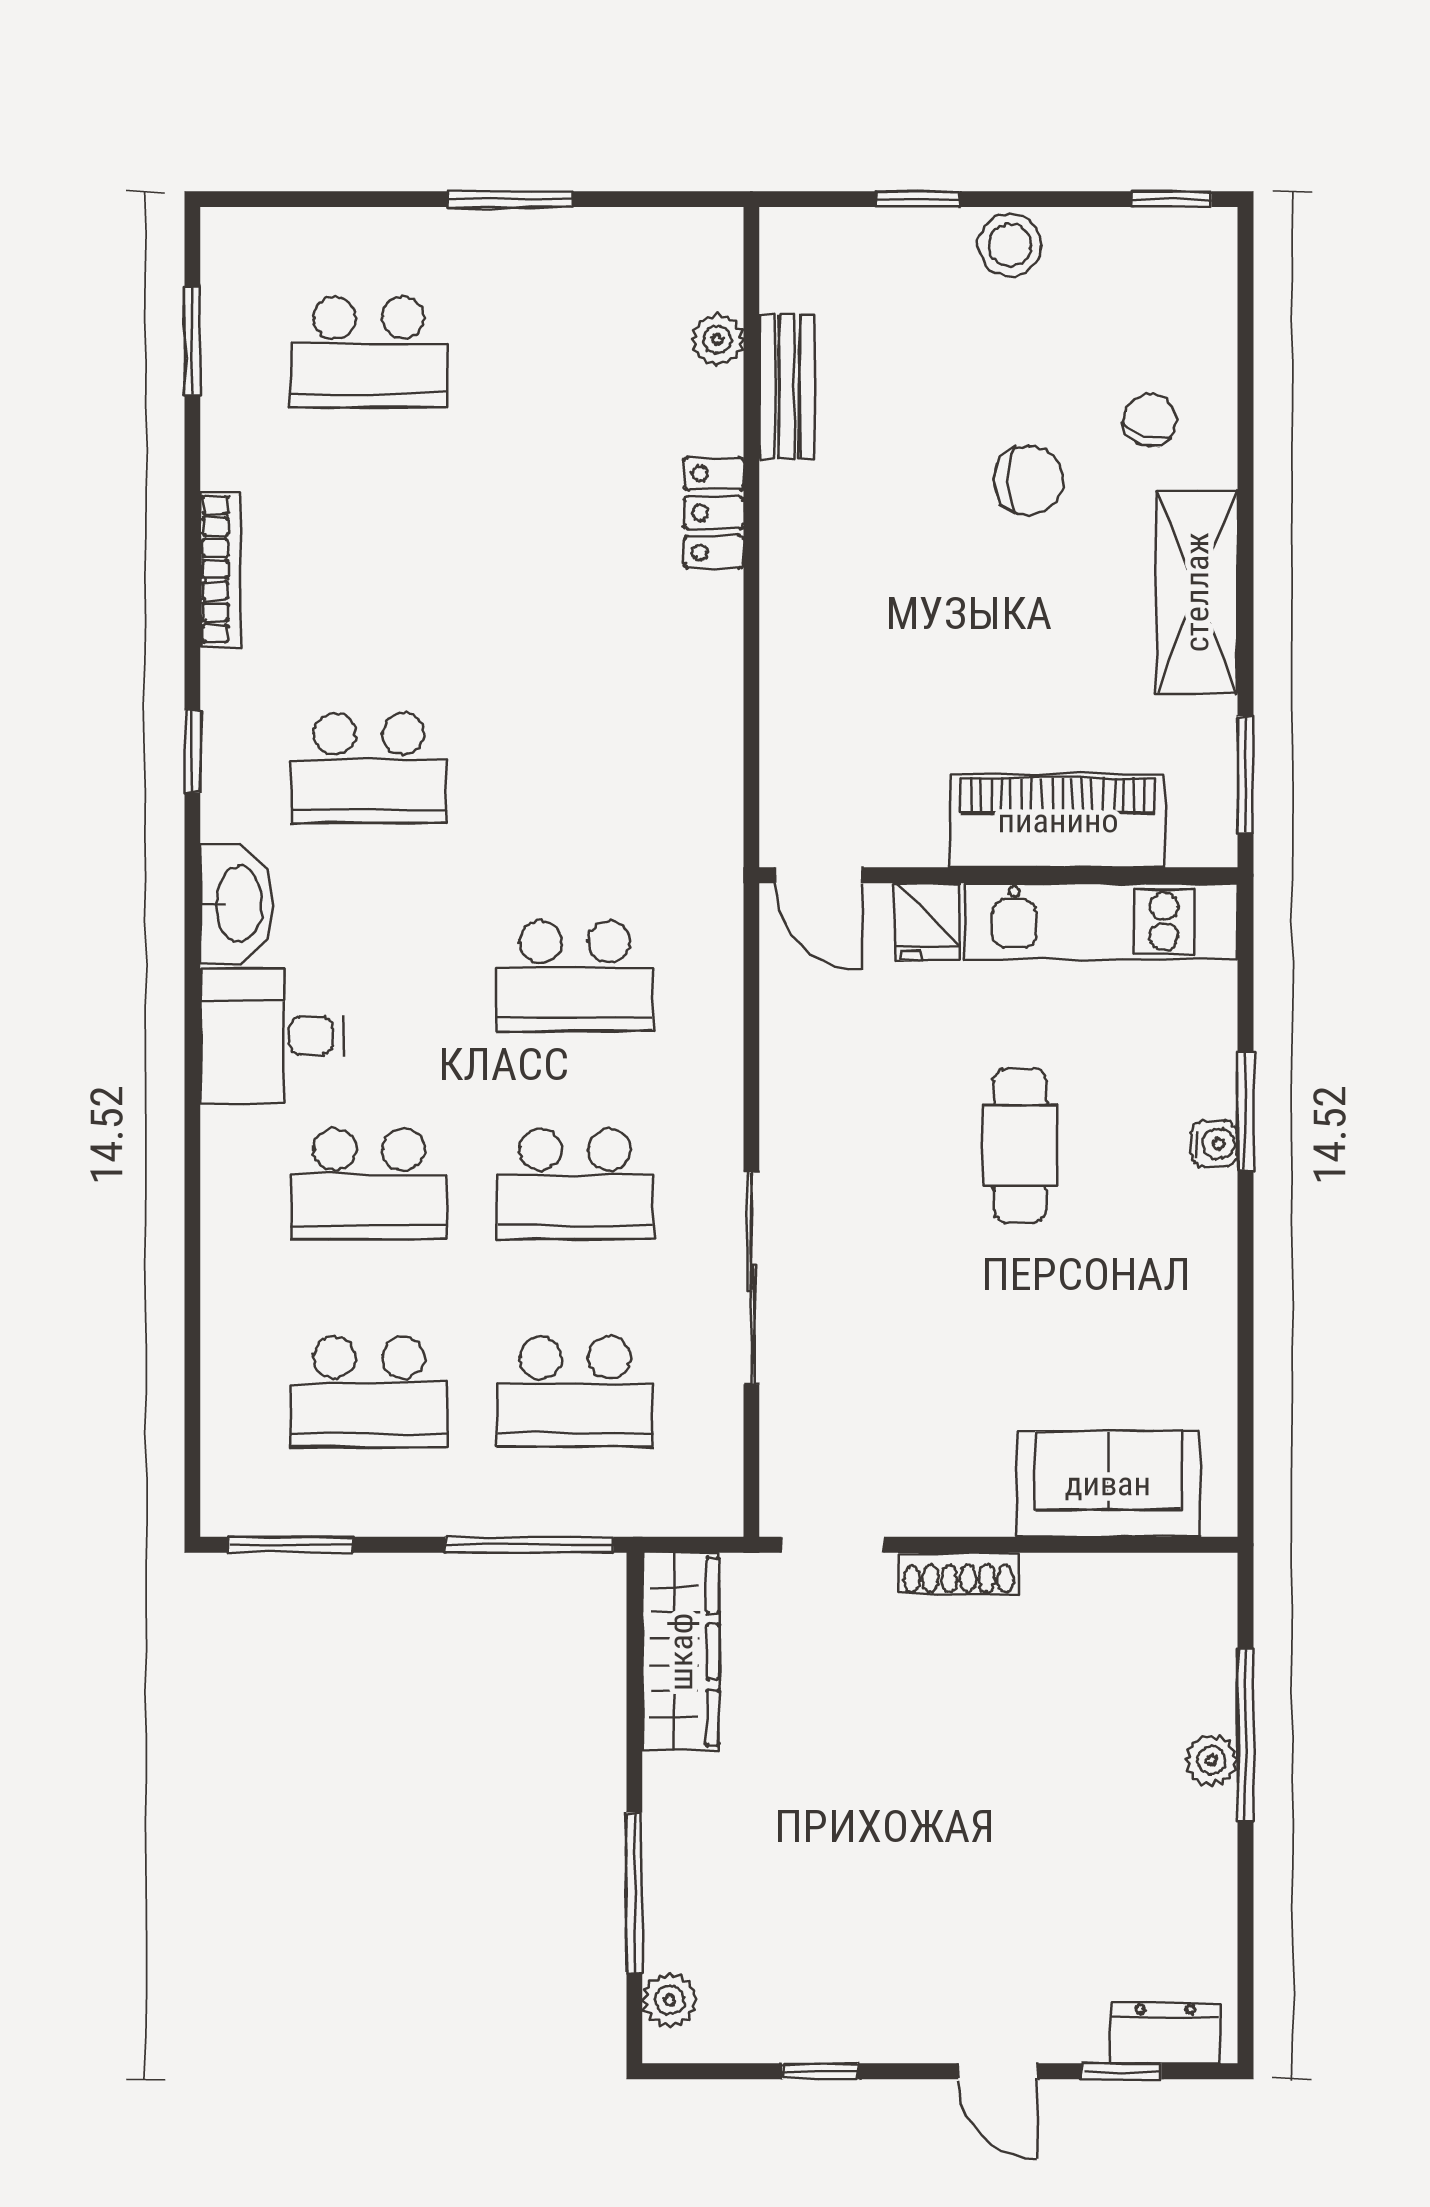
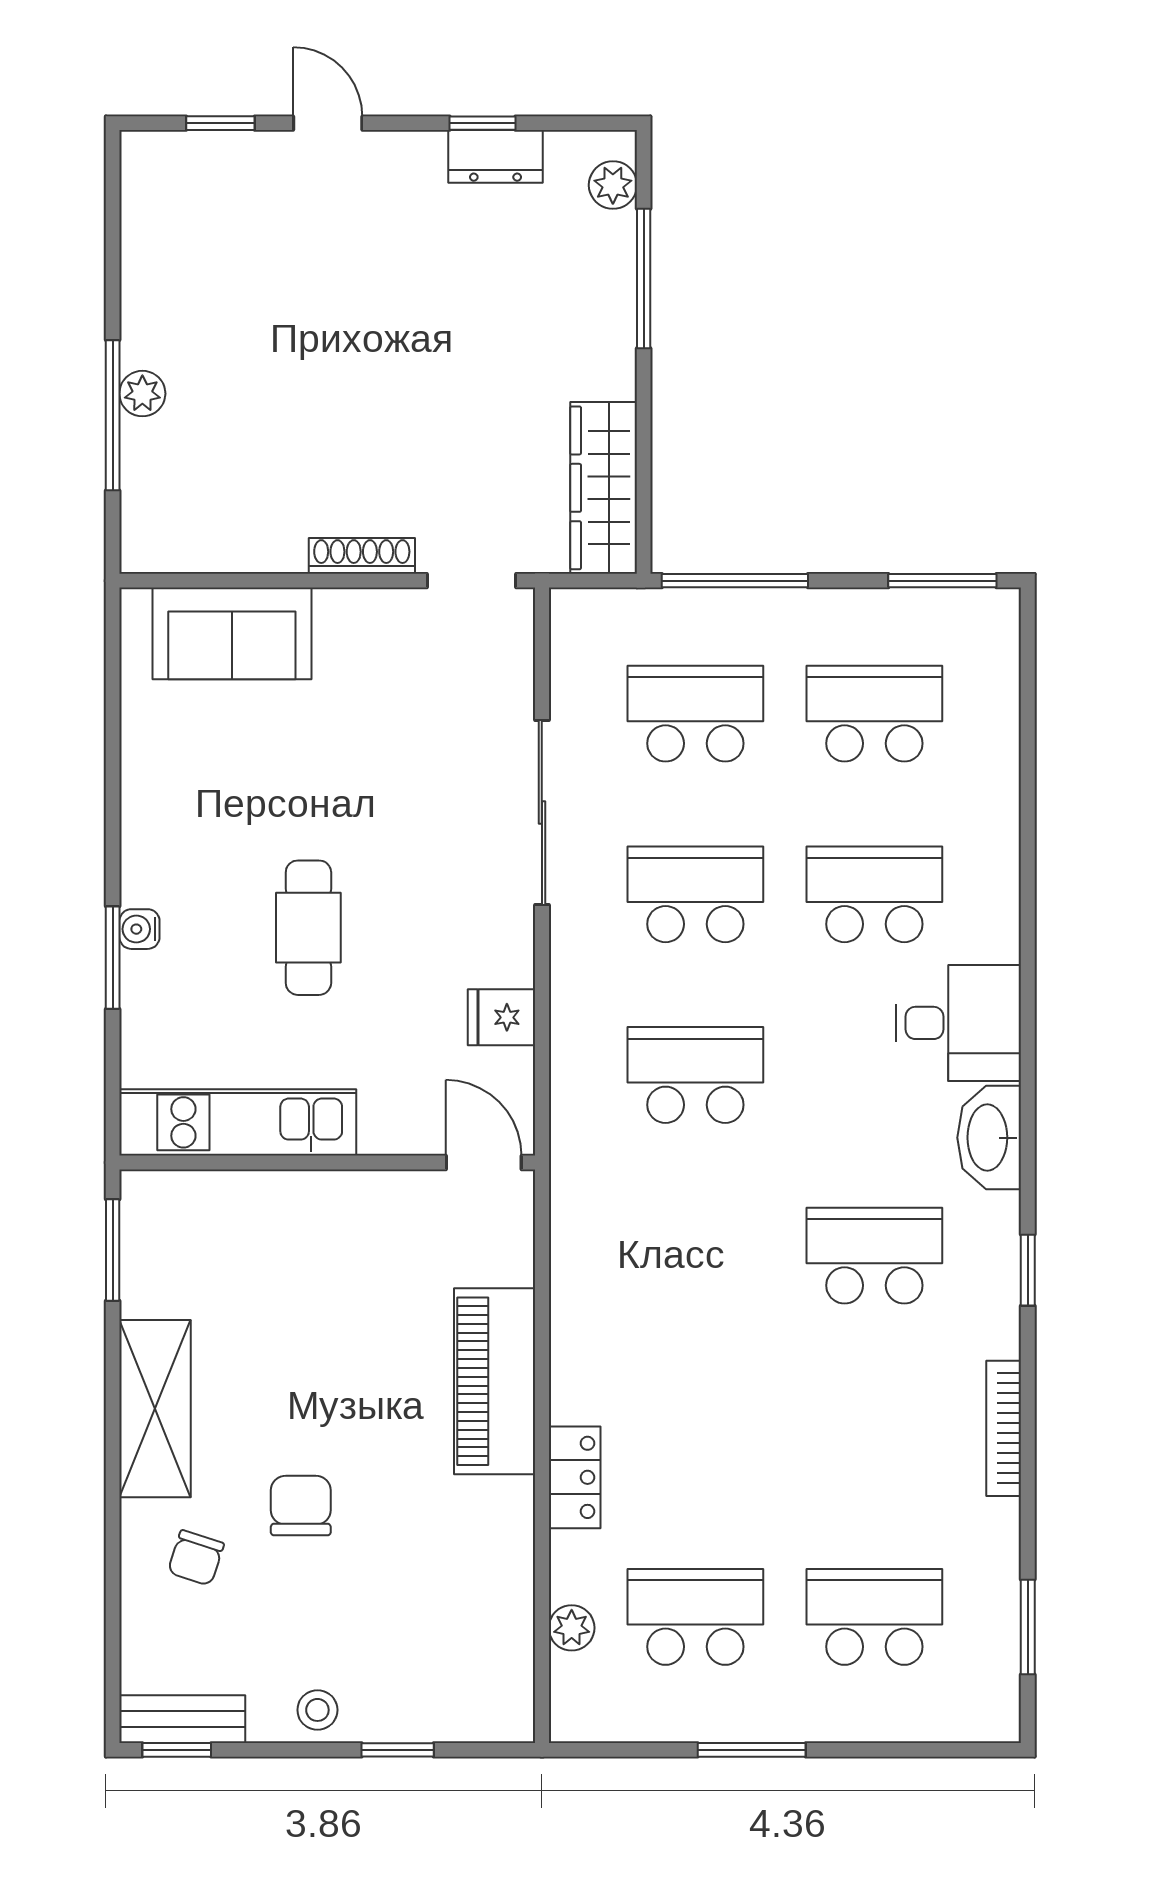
stool: (1010, 245) -> (317, 1710), width x0.73, depth x0.73
school desk: (575, 352) -> (695, 1617), added
bench: (787, 386) -> (182, 1719), moved, turned 90
chair: (1029, 480) -> (301, 1506), turned 90
piano: (1058, 821) -> (495, 1381), moved, turned 90
fridge: (928, 922) -> (502, 1017), moved, turned -90
dresser: (1165, 2033) -> (495, 156), moved

